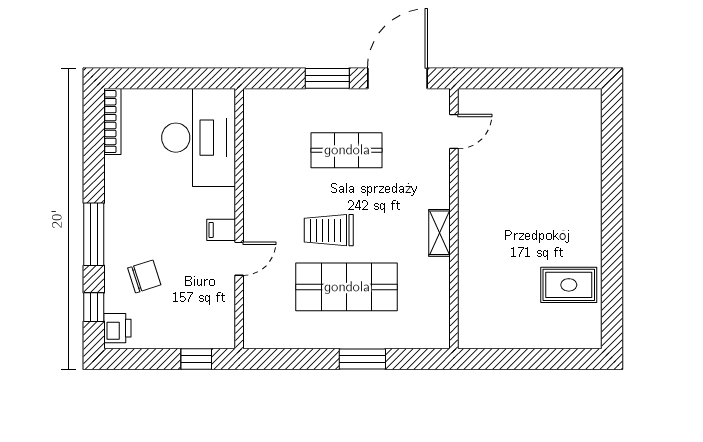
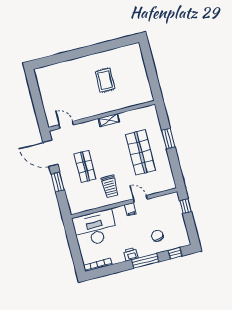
trolley: (329, 230) -> (110, 186), moved
rug: (569, 285) -> (105, 80), moved
printer: (117, 328) -> (131, 254), moved

